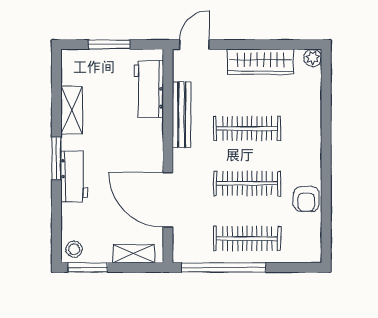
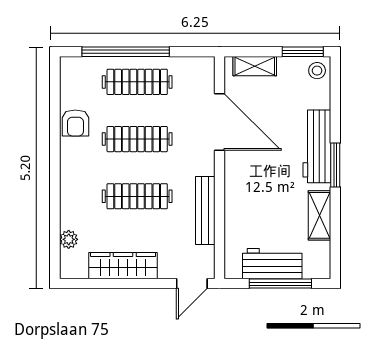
window: (109, 45) -> (280, 284), width x1.44
plant: (313, 58) -> (69, 239), moved
workbench: (149, 89) -> (272, 264), moved, turned -90
workbench: (74, 176) -> (317, 146), width x1.38
armchair: (306, 199) -> (75, 123), turned 180
window: (224, 267) -> (126, 52), moved

